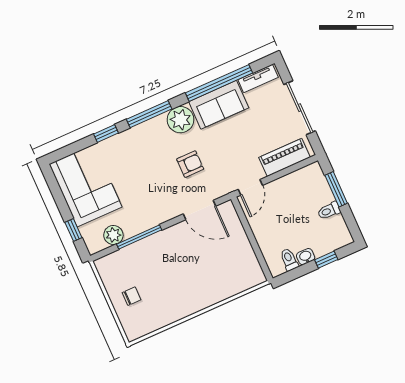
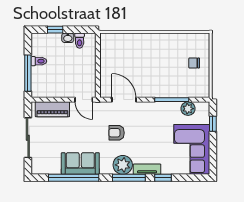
tv unit: (258, 78) -> (147, 169), moved
plant: (180, 120) -> (123, 165), moved
door: (250, 187) -> (84, 100), swing flipped
window: (336, 189) -> (28, 73), width x1.44

